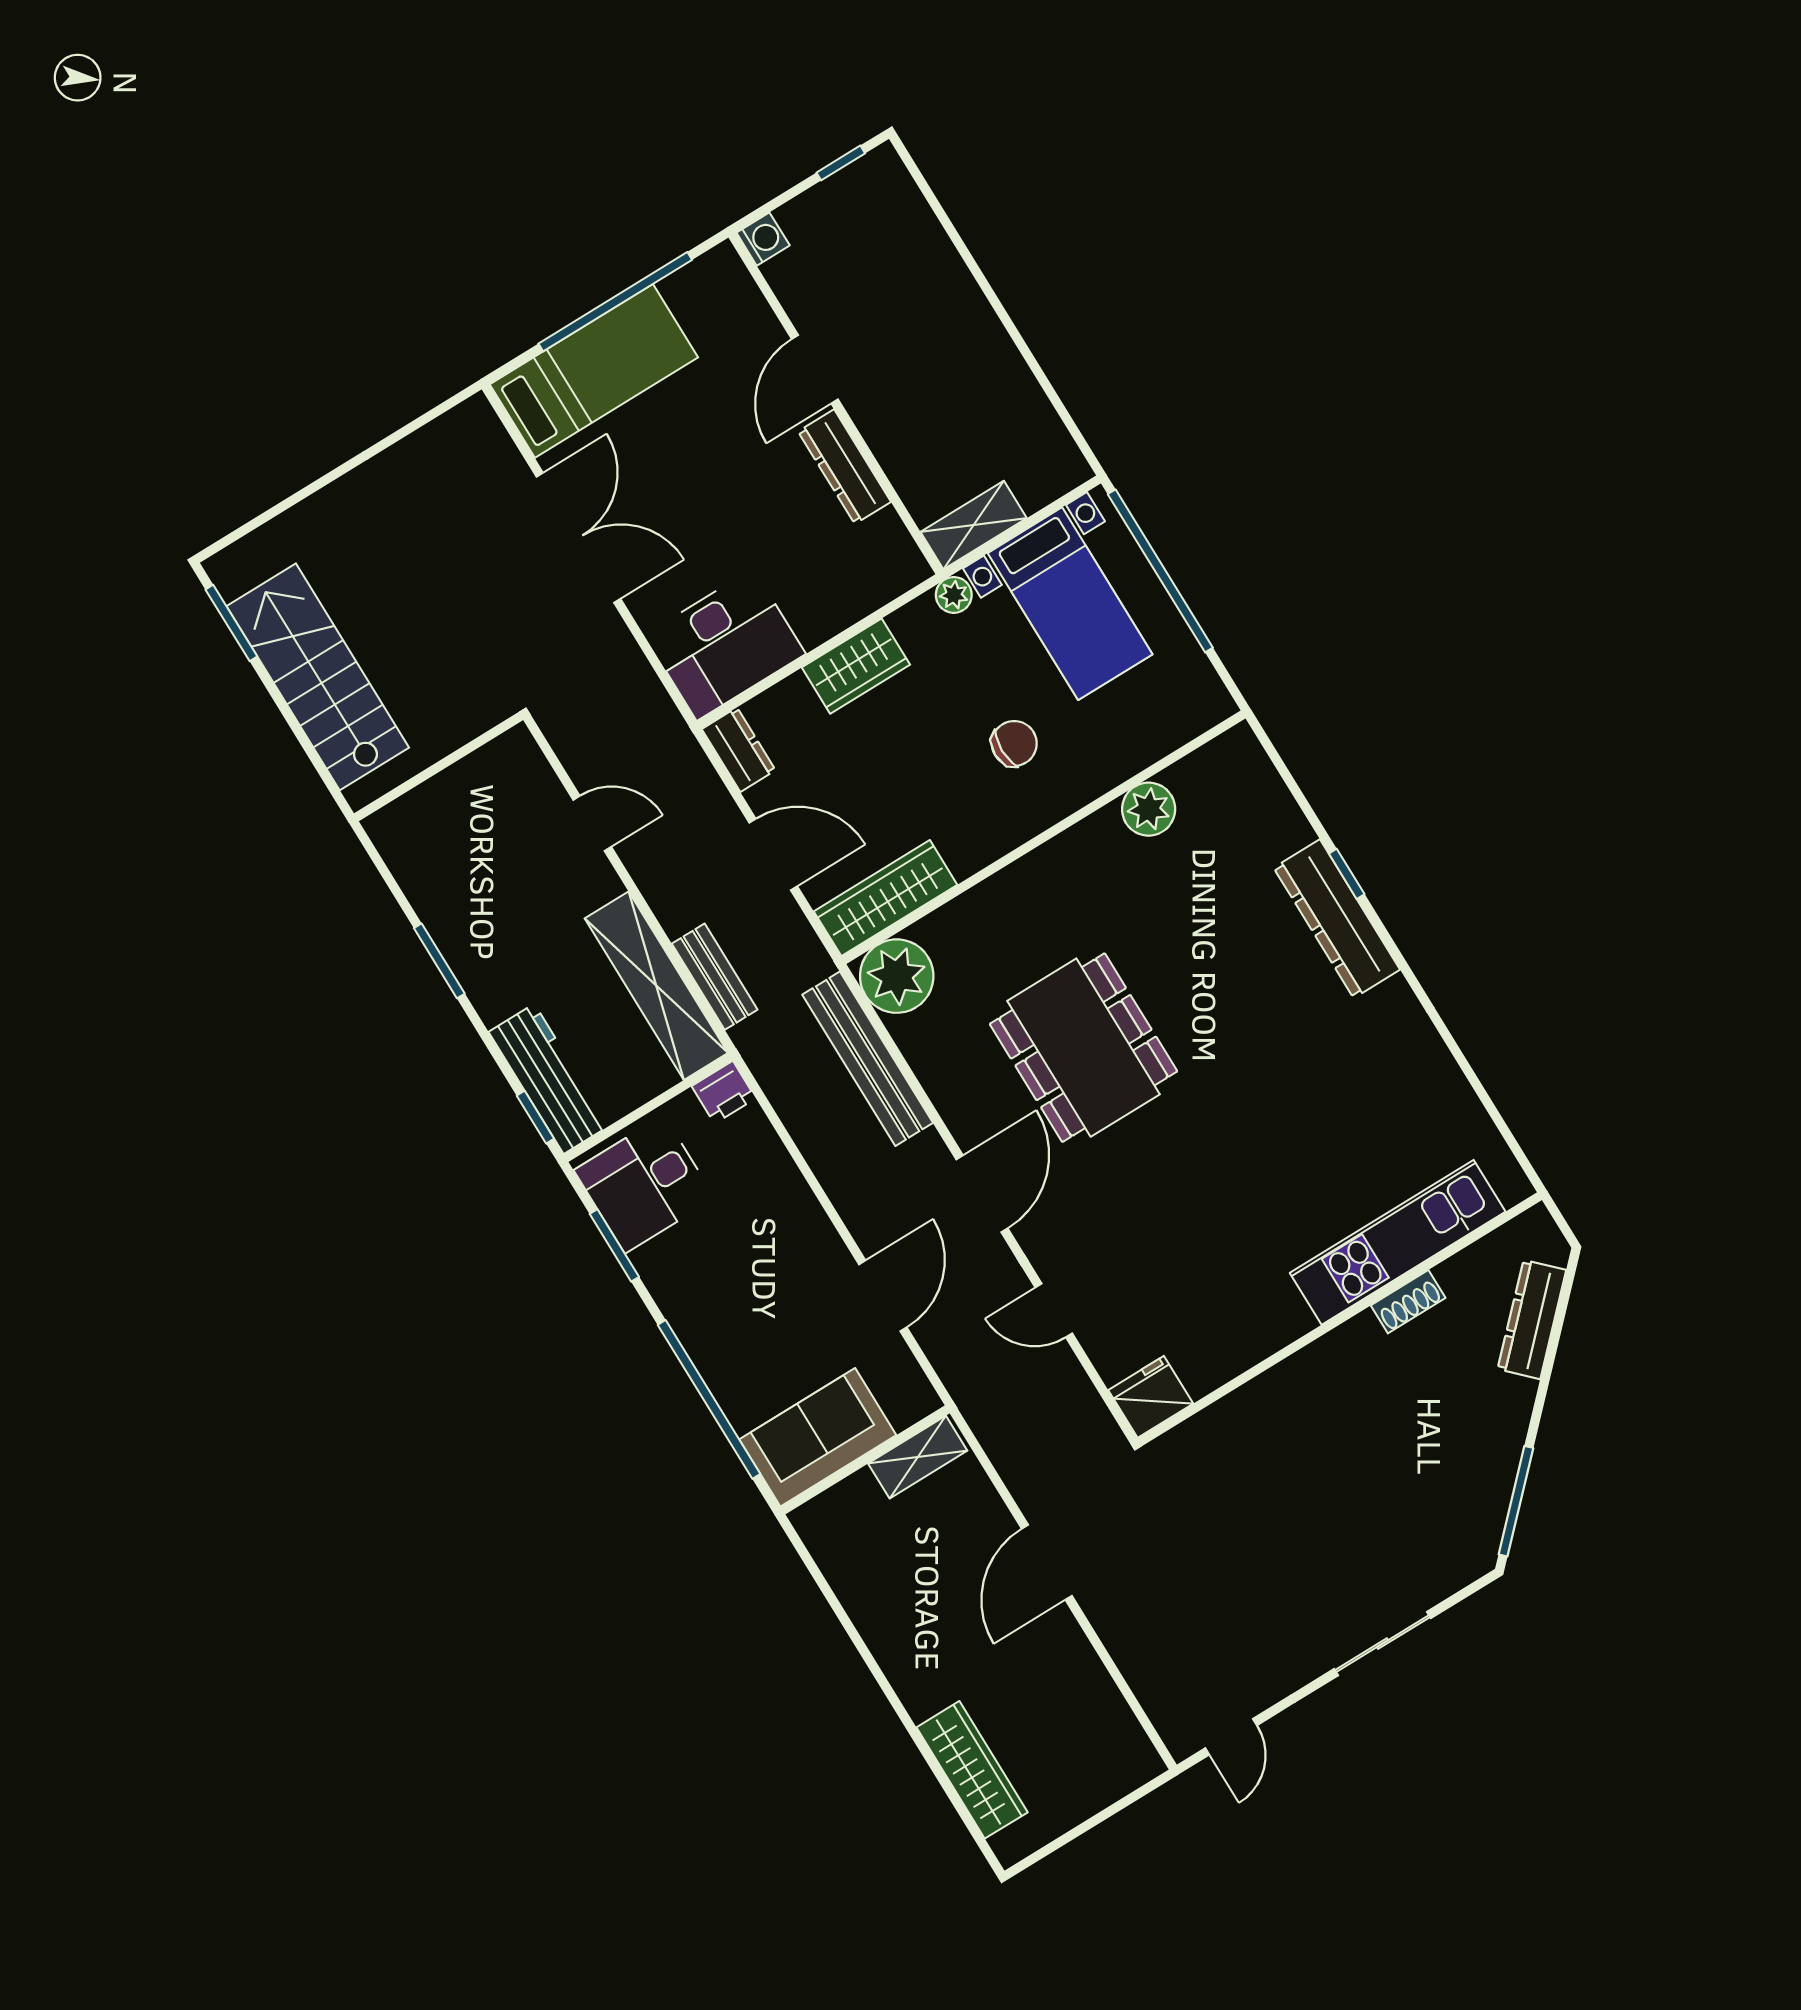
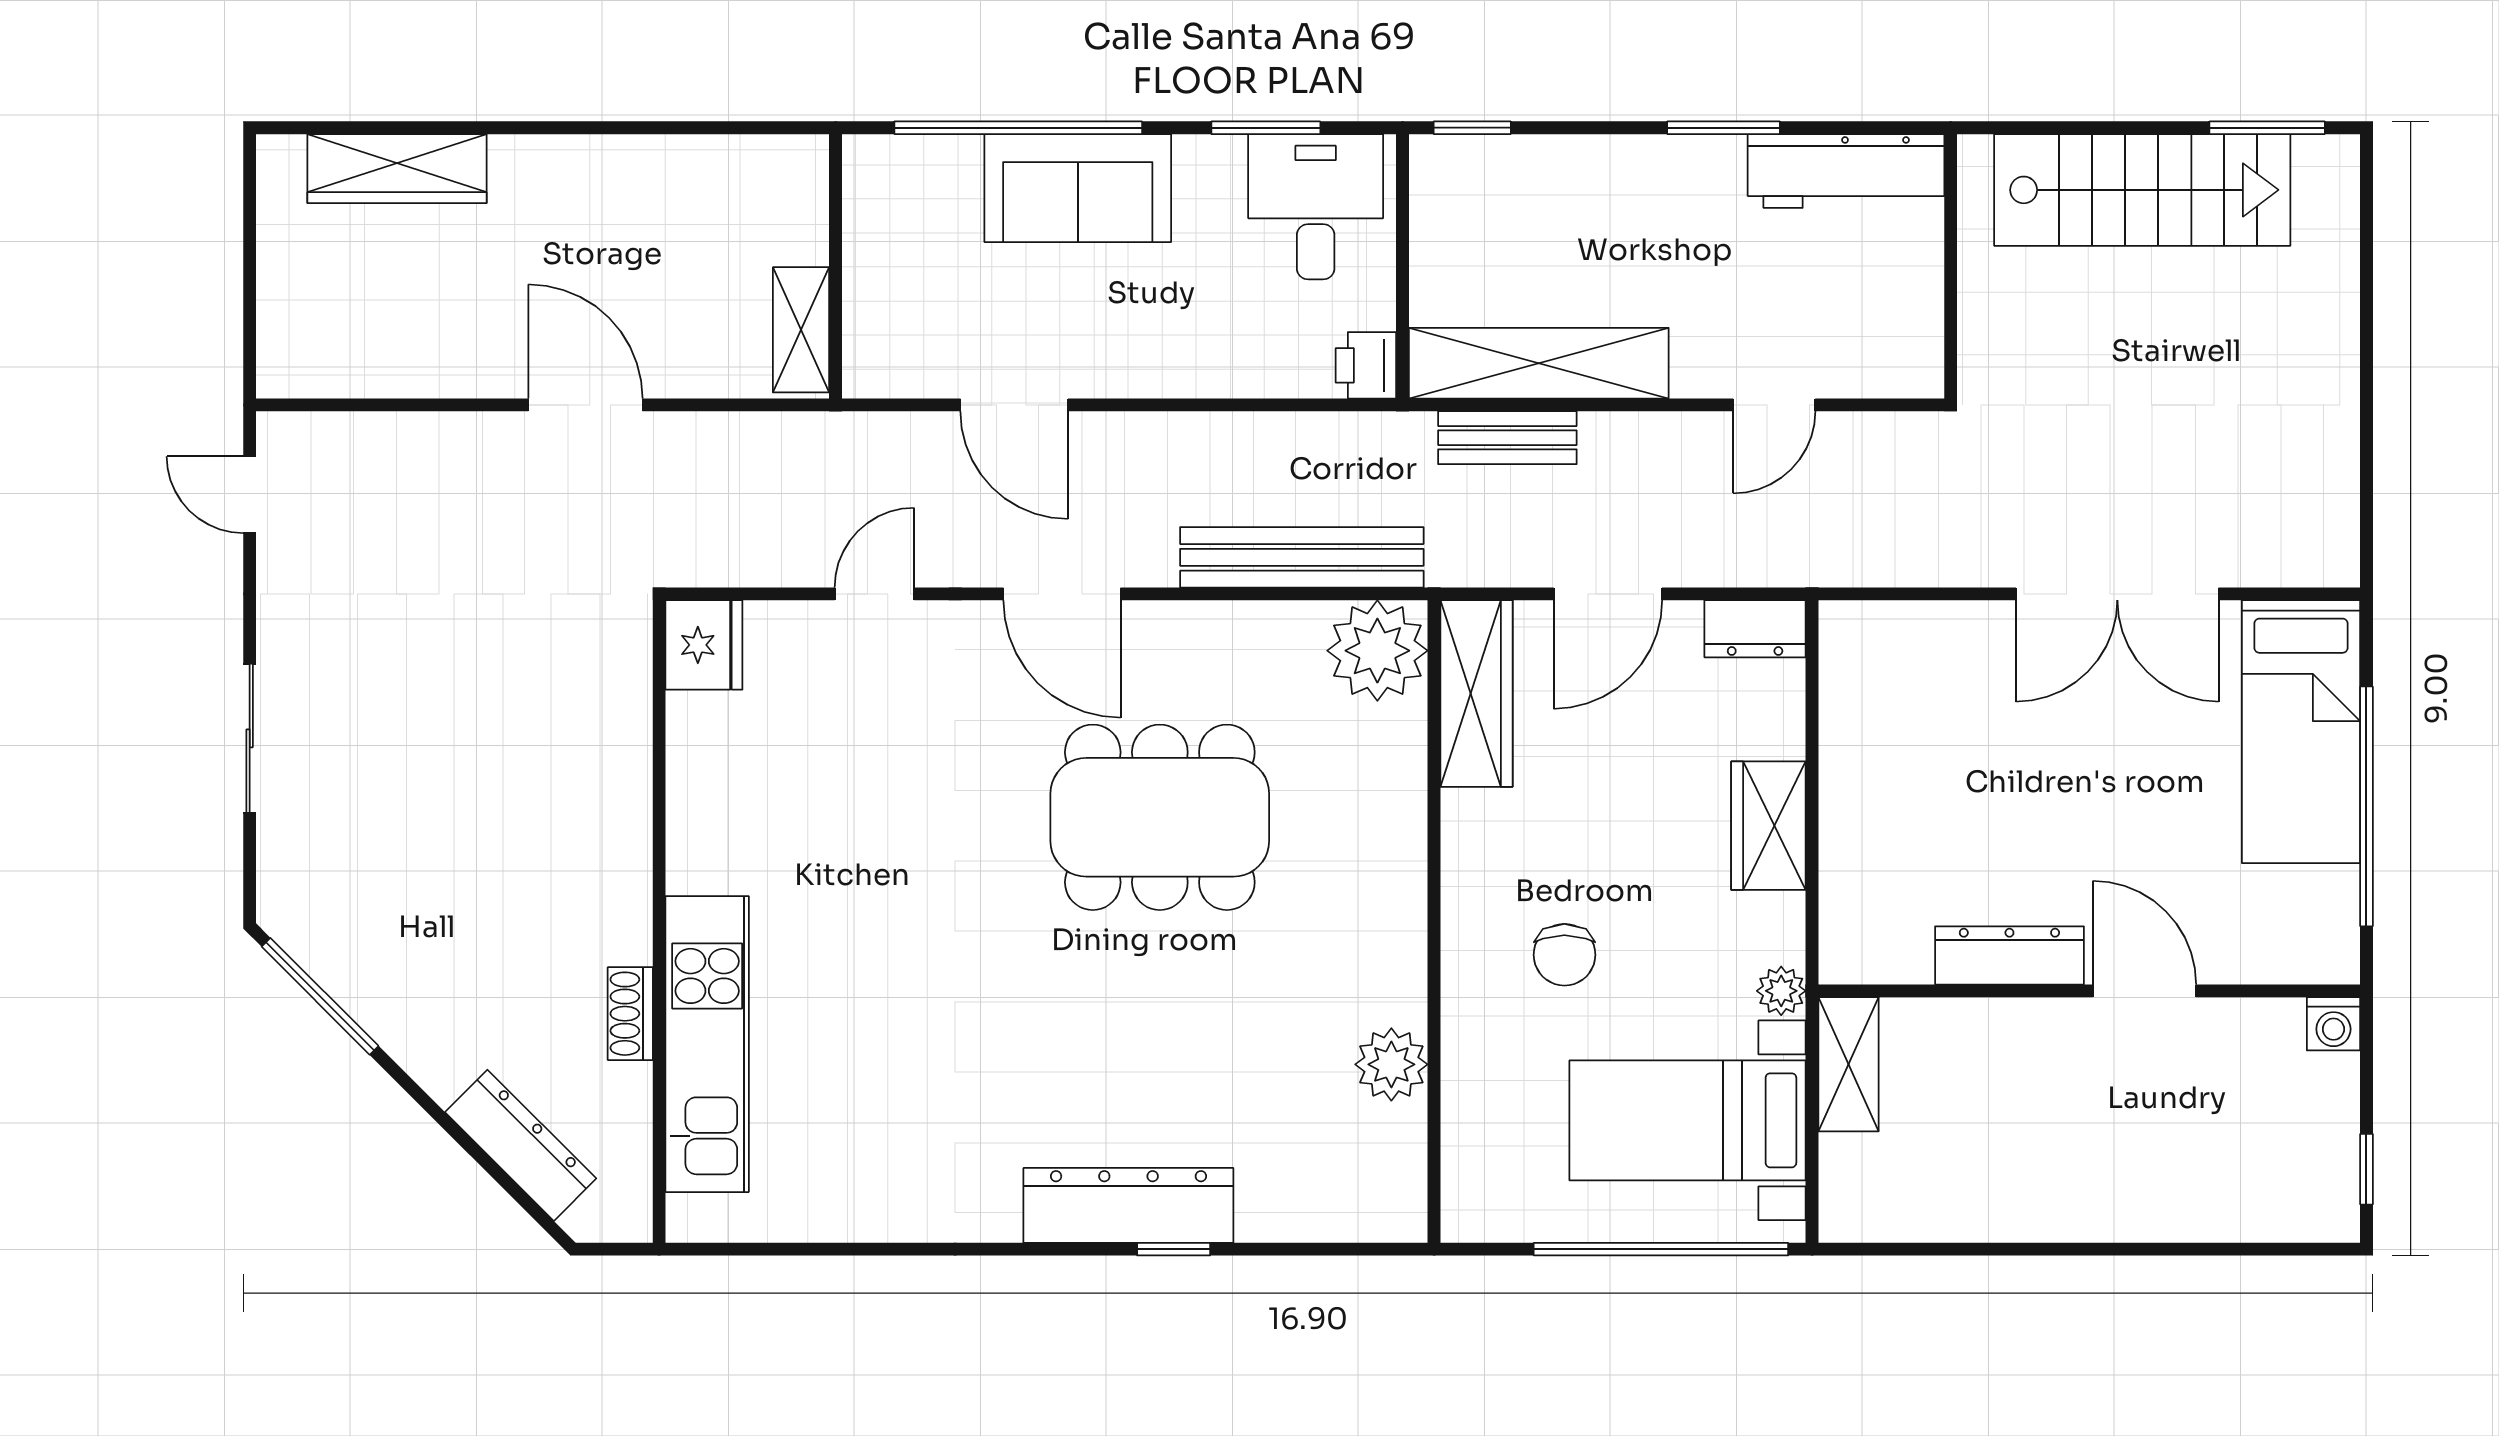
desk: (725, 645) -> (1887, 688), removed
workbench: (549, 1079) -> (1846, 171), moved
sofa: (818, 1437) -> (1078, 188), moved, turned 90

